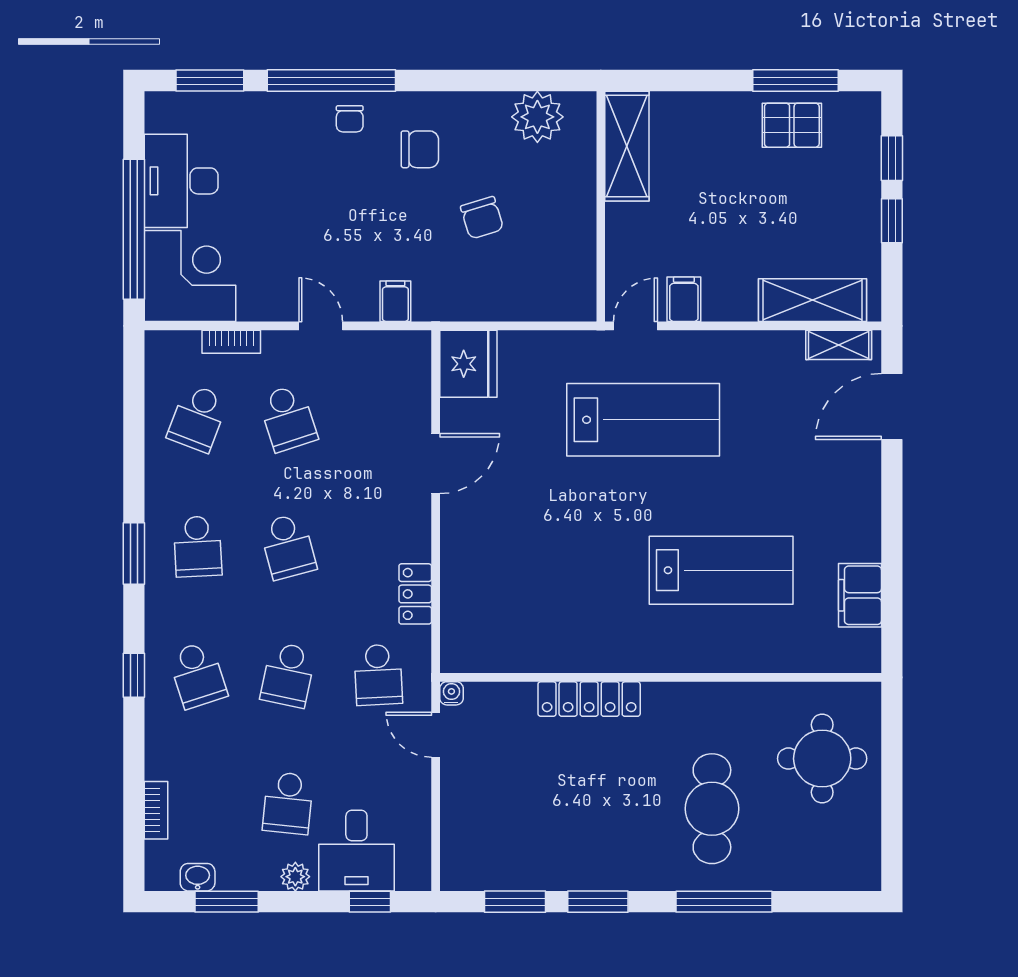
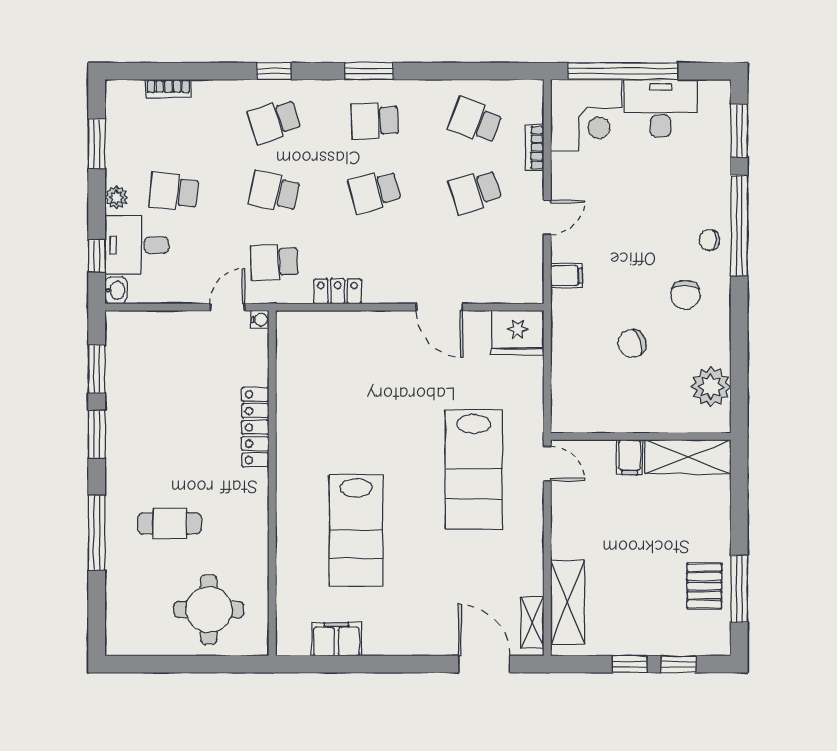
filing cabinet: (684, 299) -> (630, 457), moved, turned 90
cafe table: (712, 809) -> (170, 523), width x0.73, depth x0.74
washbasin: (198, 877) -> (116, 290), moved

